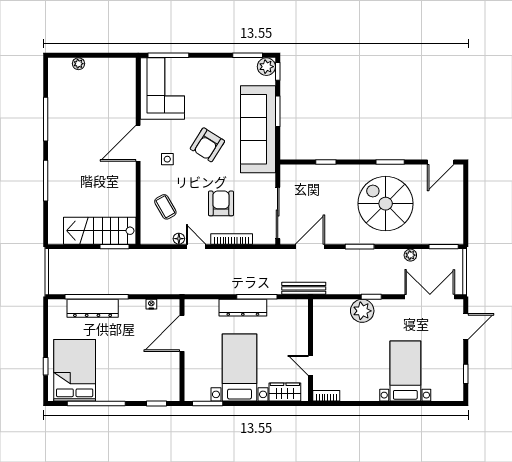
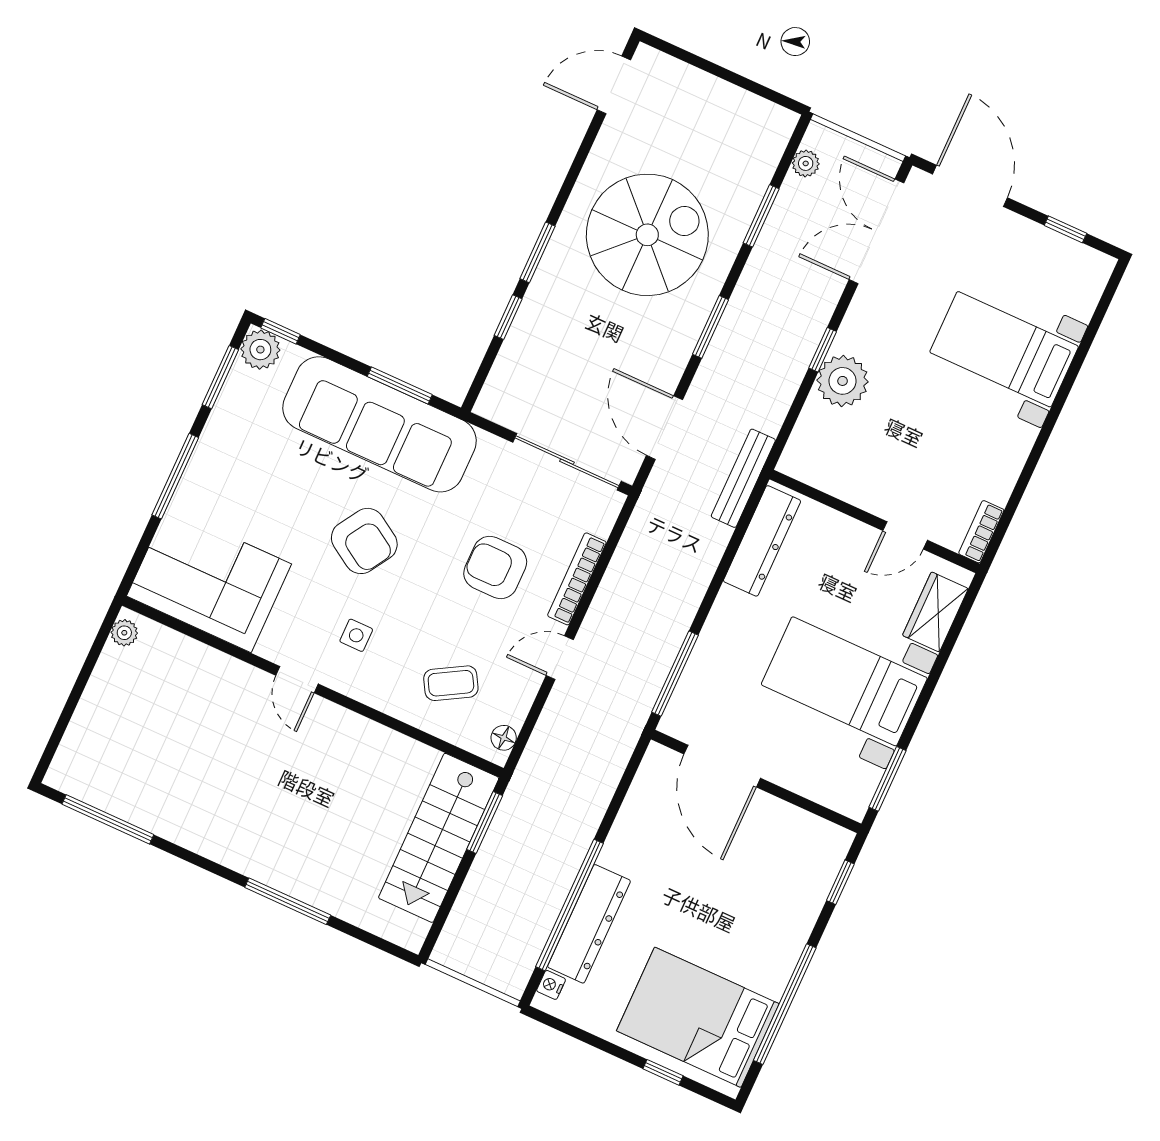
window: (168, 55) -> (175, 476), moved
plant: (78, 64) -> (124, 633), moved
window: (278, 111) -> (400, 386), moved
window: (46, 119) -> (108, 819), moved
door: (138, 143) -> (297, 680), width x0.53
window: (390, 162) -> (538, 252), moved
door: (441, 162) -> (614, 85), swing flipped
spiral stairs: (386, 204) -> (647, 235), turned 180
floor lamp: (179, 239) -> (504, 738), moved
window: (444, 247) -> (761, 216), moved
plant: (410, 255) -> (806, 163), moved
window: (257, 297) -> (675, 674), moved
nightstand: (151, 304) -> (551, 985), moved
dresser: (243, 308) -> (762, 541), moved
door: (466, 327) -> (970, 186), width x1.36

